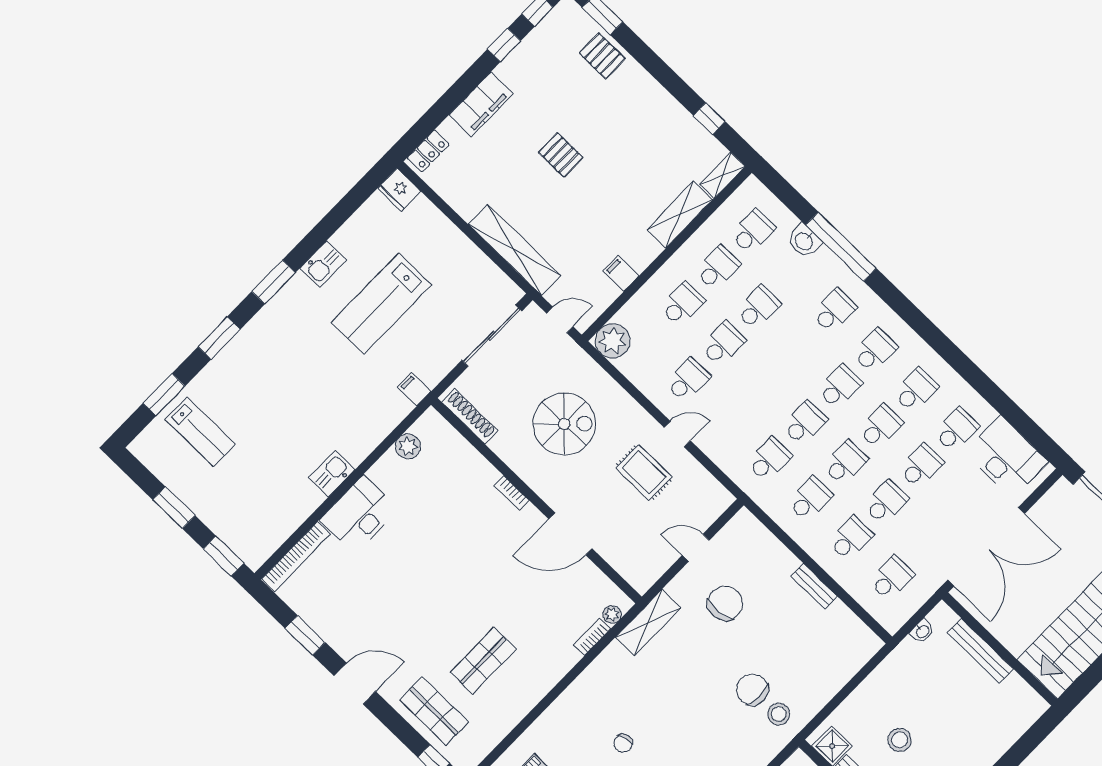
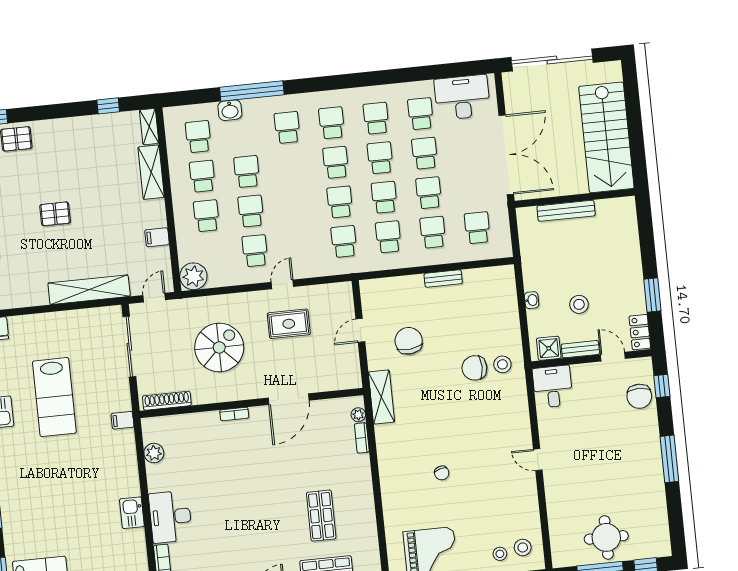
washbasin: (922, 631) -> (532, 300), moved

